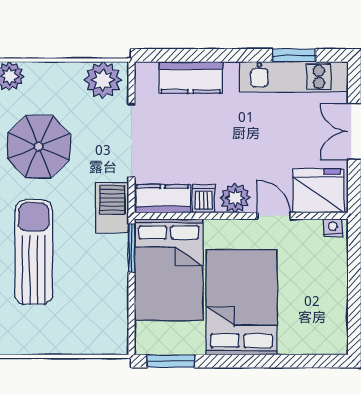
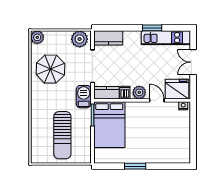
window: (294, 55) -> (152, 28), moved
kitchen counter: (191, 77) -> (108, 38), moved
sun lounger: (34, 252) -> (62, 135), moved, turned 180
bed: (242, 302) -> (142, 139), removed
window: (171, 361) -> (135, 166), moved

